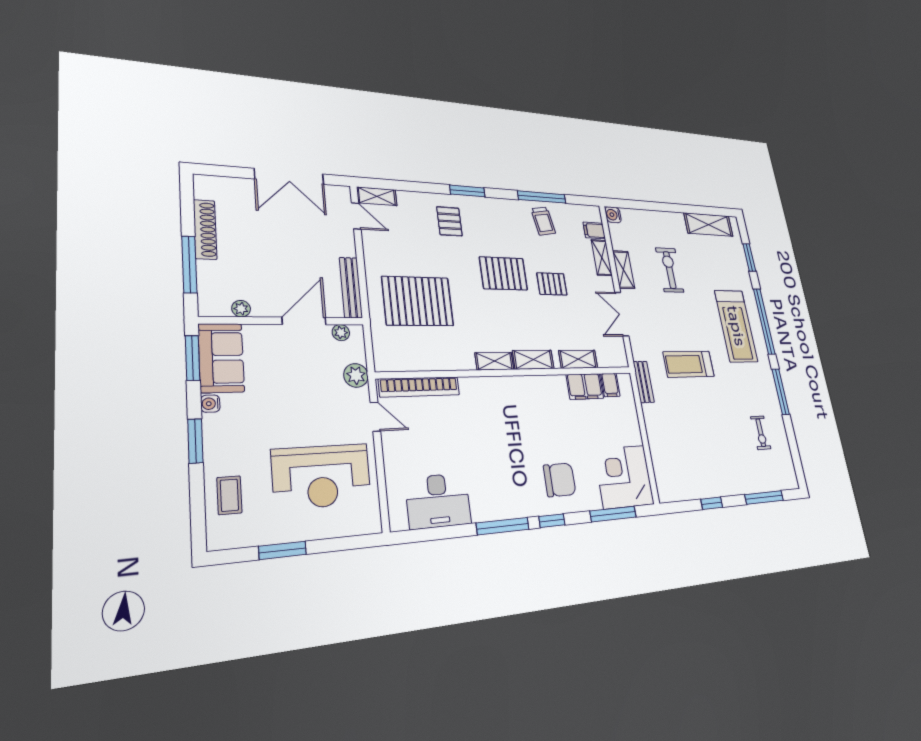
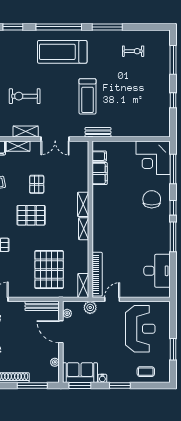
pallet: (503, 273) -> (31, 215), turned 90
treadmill: (736, 326) -> (62, 52), turned 180
shelving: (578, 359) -> (83, 286), moved

